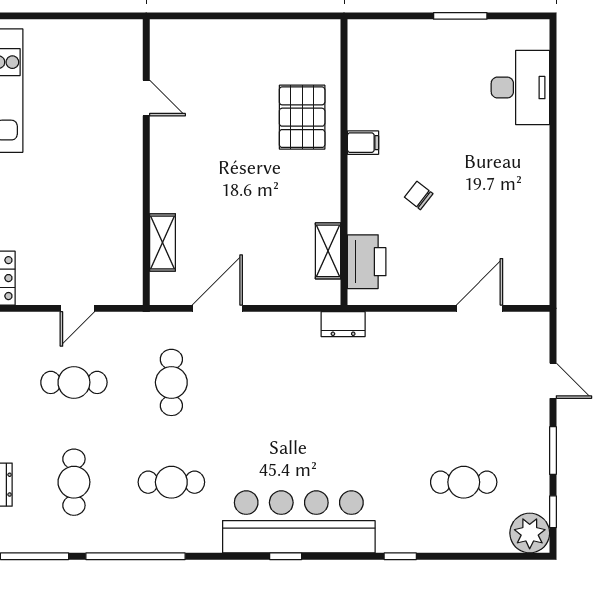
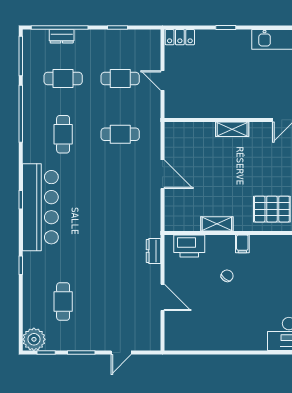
filing cabinet: (363, 143) -> (242, 244), moved
shelving: (162, 242) -> (232, 129), moved
shelving: (328, 251) -> (217, 224), moved
door: (217, 308) -> (163, 174), moved
door: (480, 308) -> (163, 297), moved
dresser: (343, 324) -> (154, 251), moved
cafe table: (74, 382) -> (120, 79), turned 90

